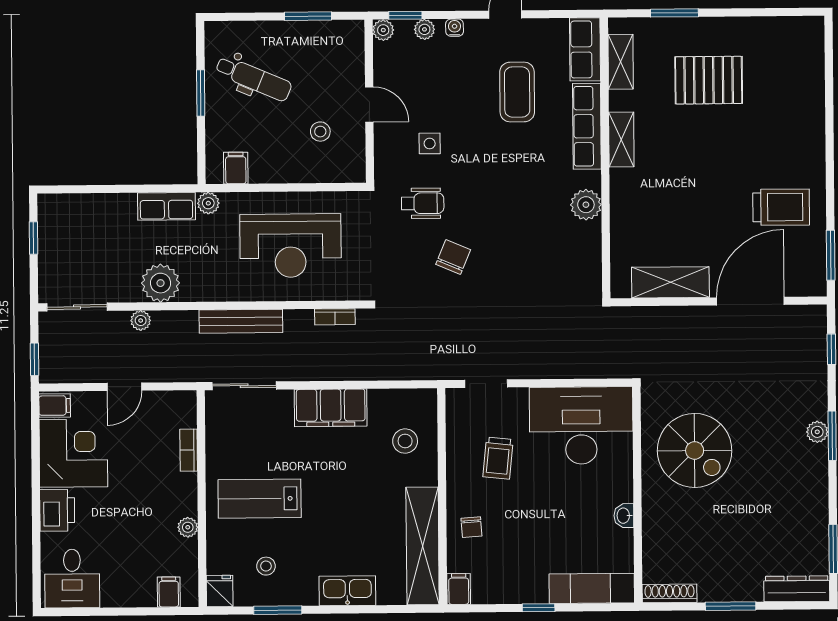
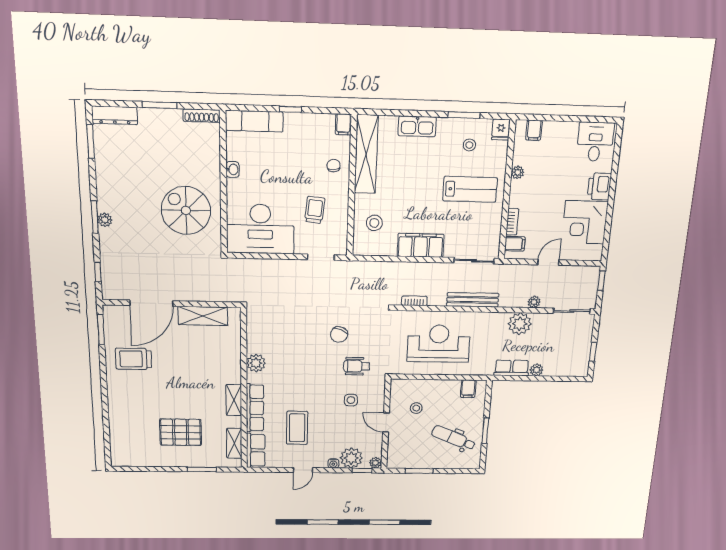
plant: (424, 29) -> (351, 458), width x1.87, depth x1.87
plant: (208, 203) -> (537, 370), moved
filing cabinet: (55, 406) -> (515, 244), moved, turned 180

